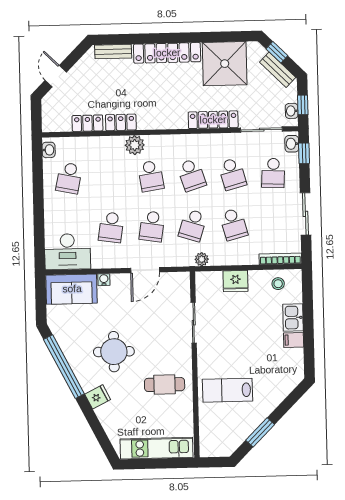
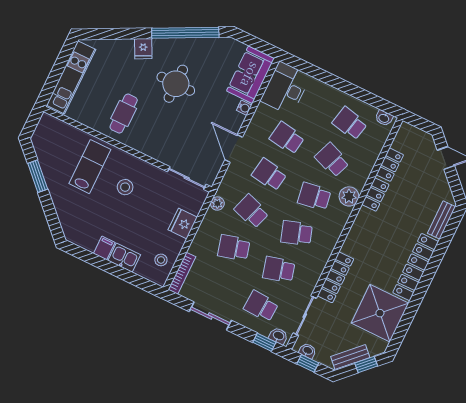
school desk: (110, 177) -> (332, 160), added
sliding door: (194, 323) -> (187, 178), moved
stool: (230, 349) -> (125, 187), added

